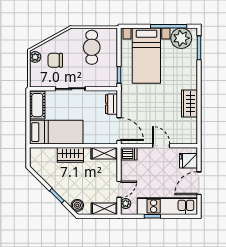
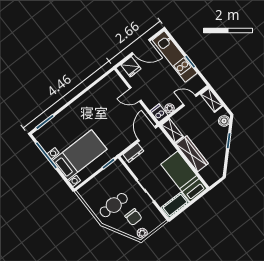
plant: (181, 38) -> (48, 140), removed
cafe table: (92, 47) -> (114, 205), moved
wardrobe: (189, 104) -> (90, 98), removed
door: (161, 146) -> (135, 95), hinge flipped
wardrobe: (70, 155) -> (192, 154), width x1.50
plant: (126, 203) -> (170, 108), moved

